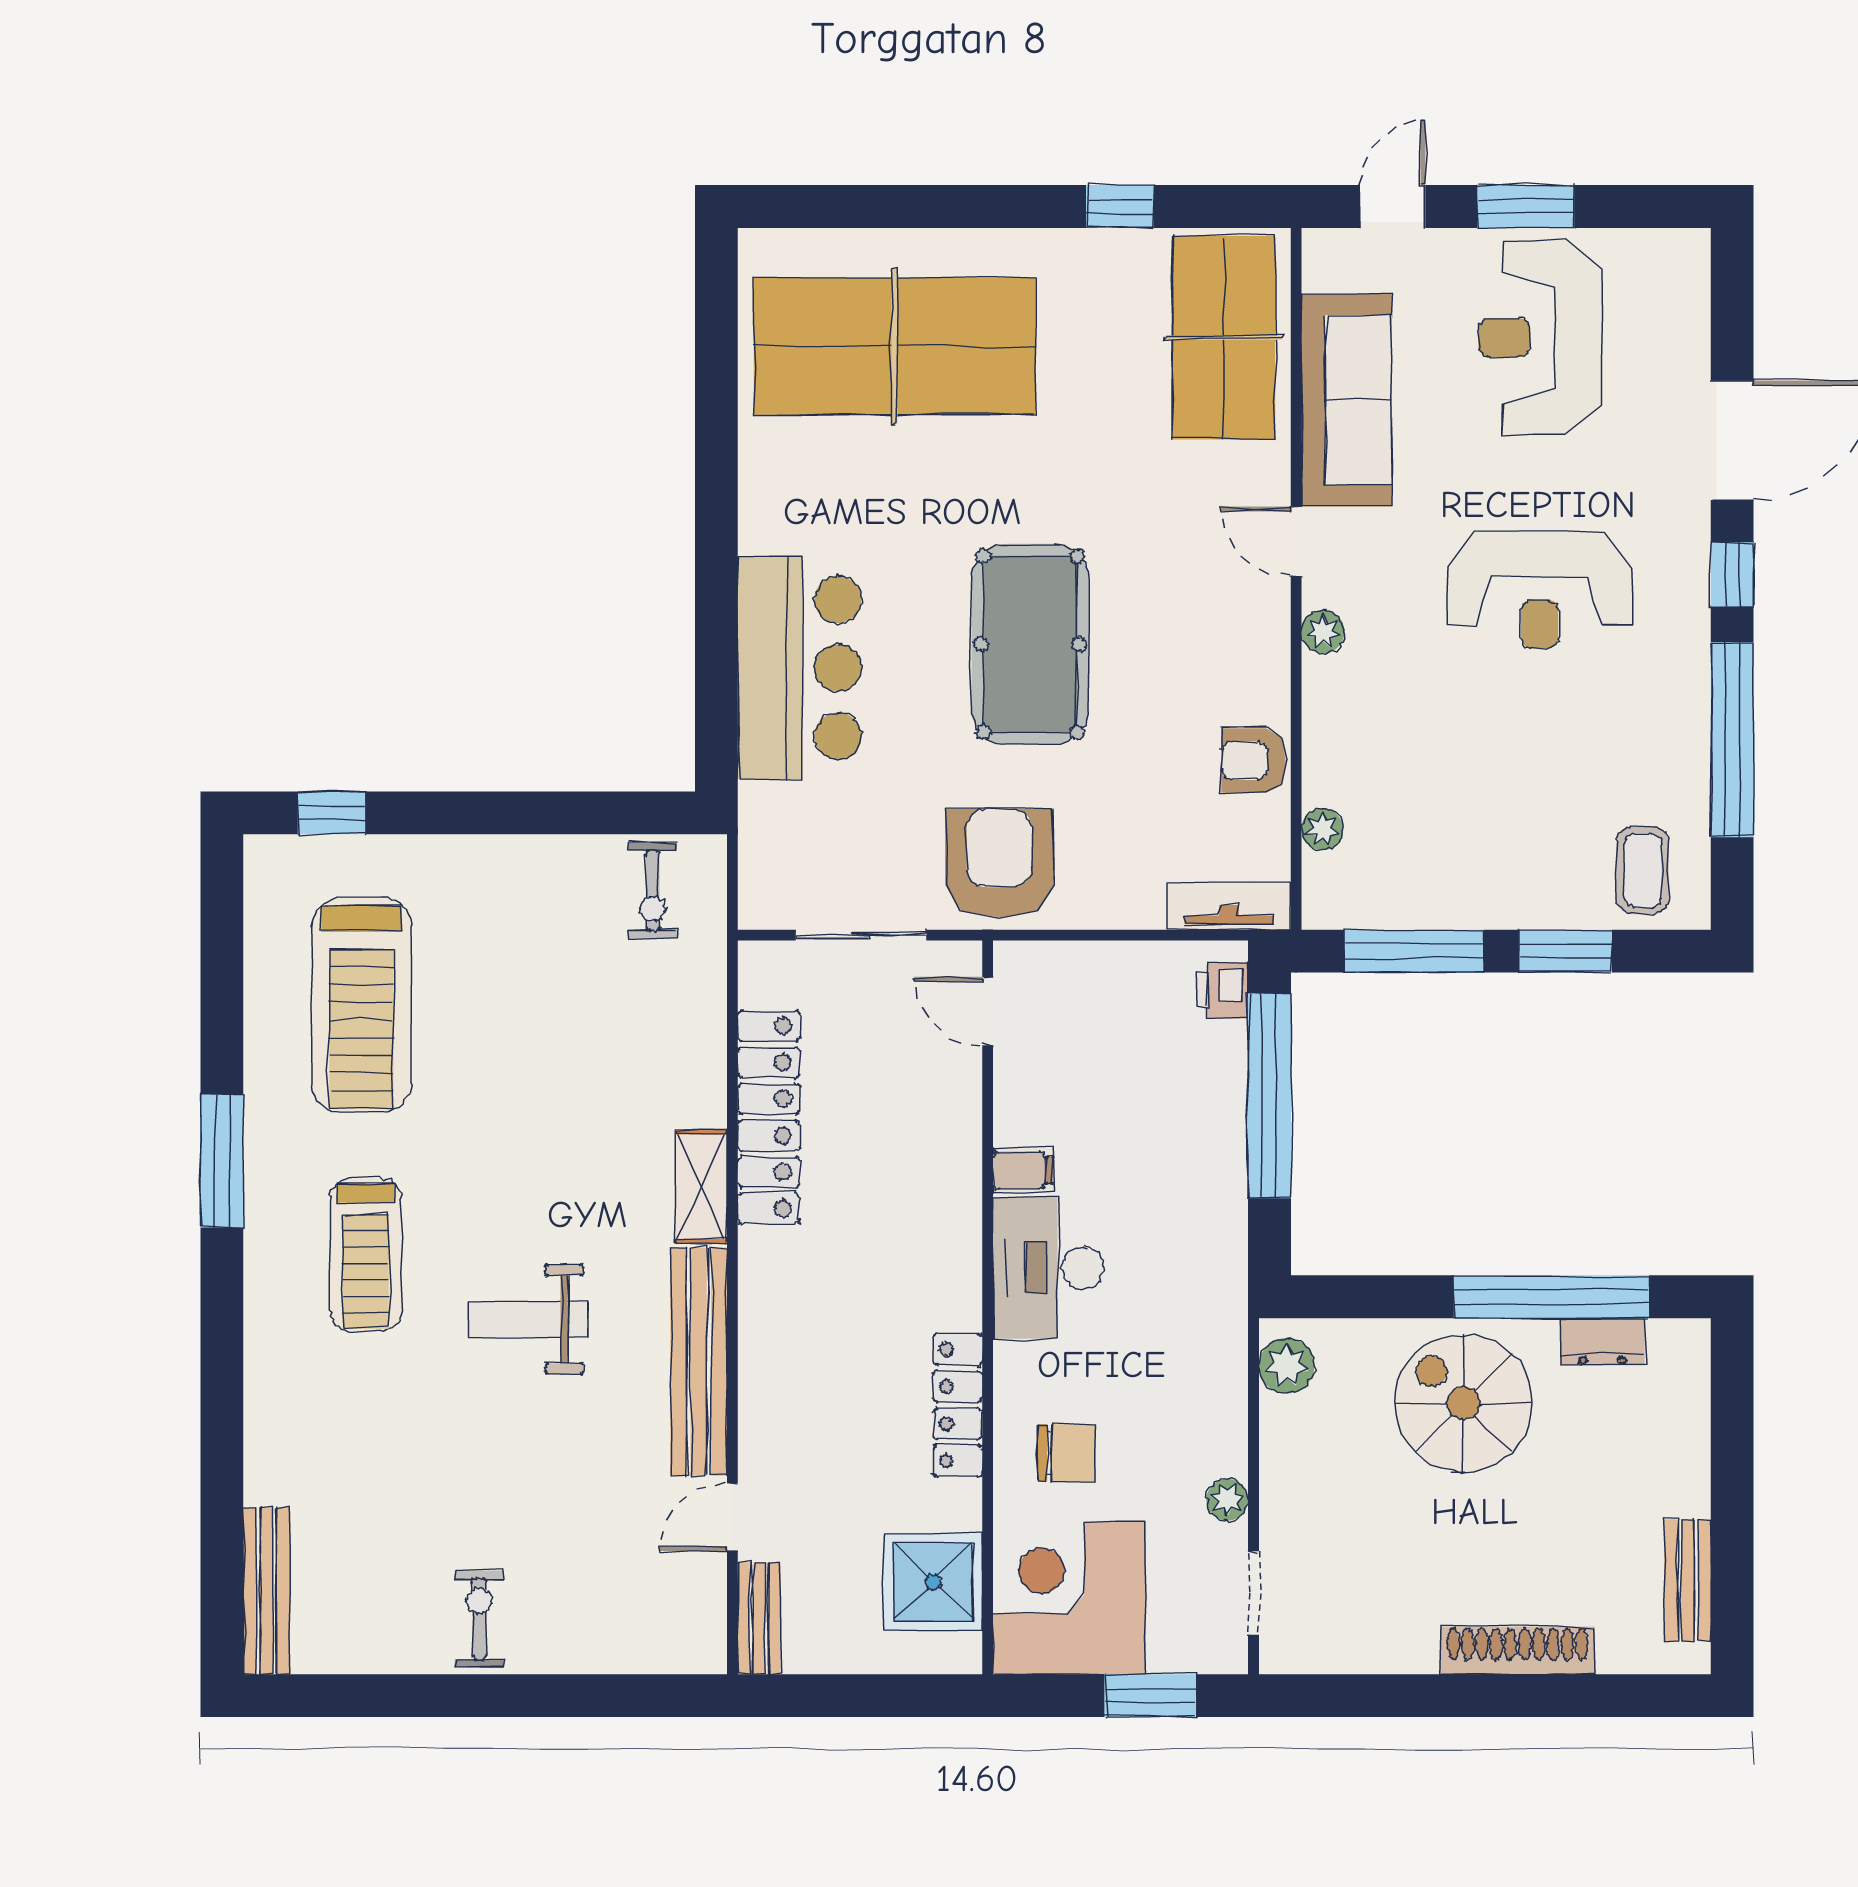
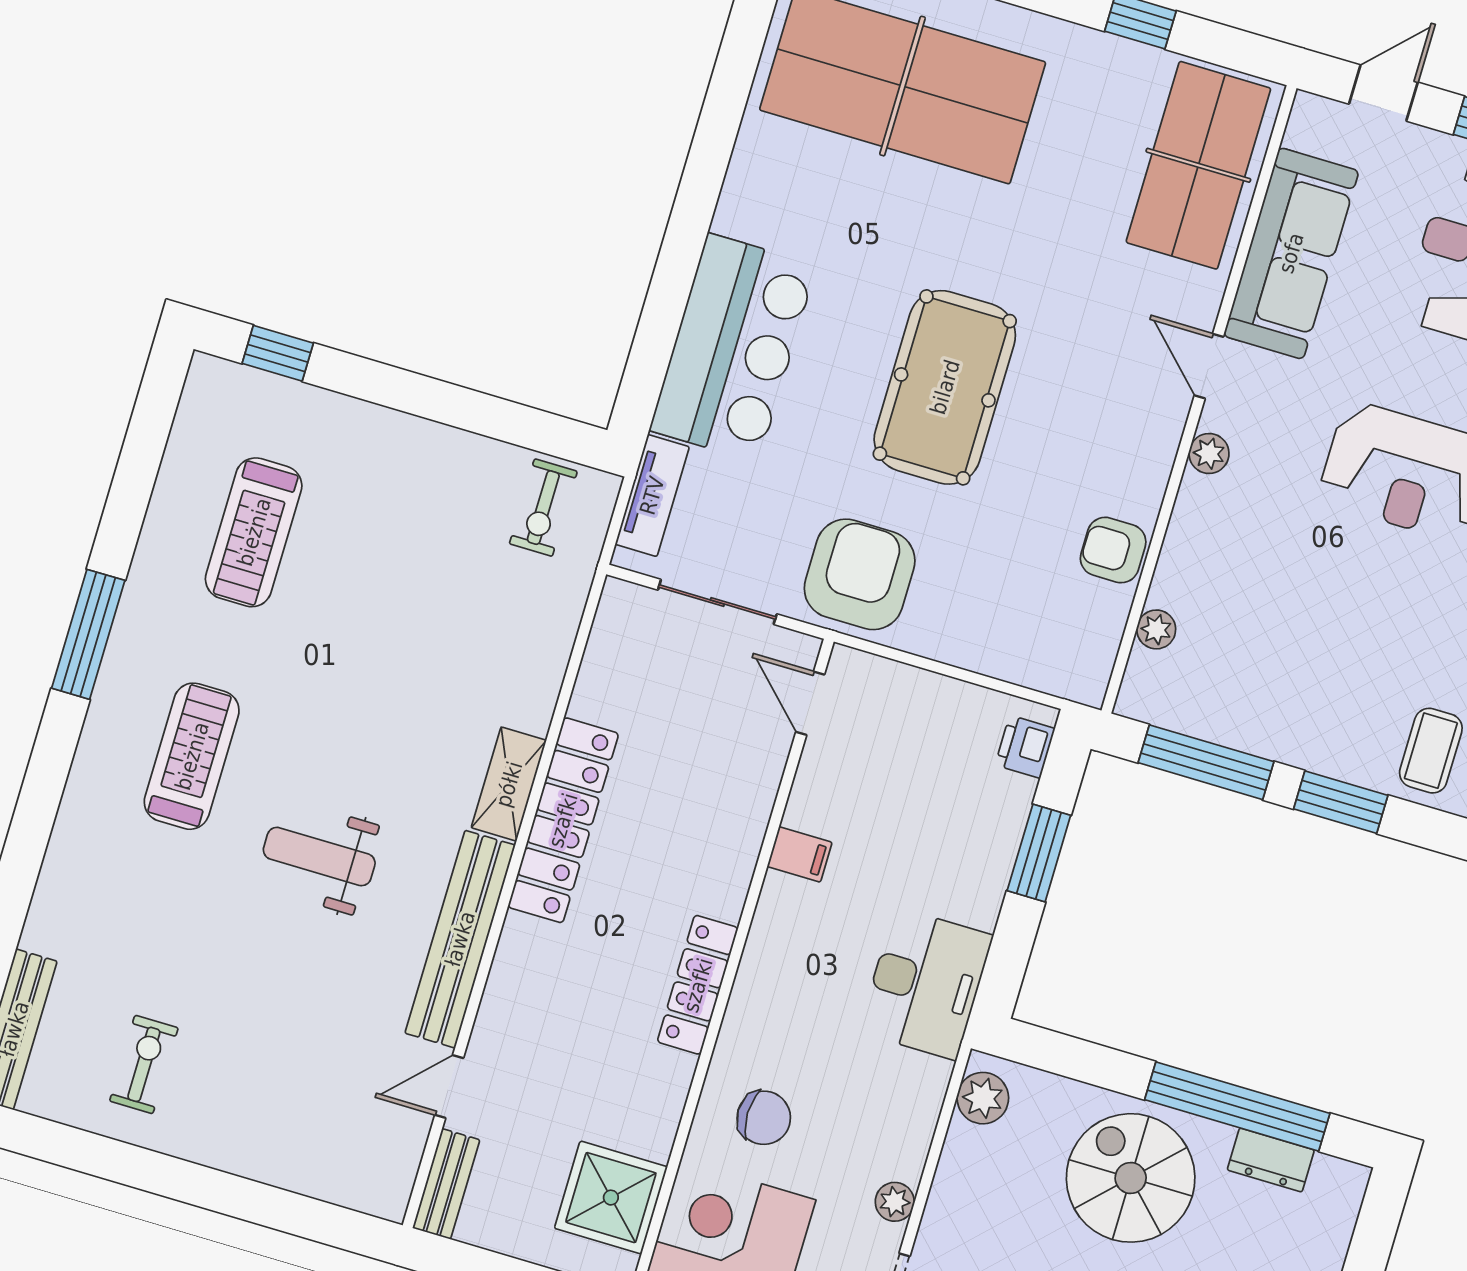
tv unit: (1229, 906) -> (652, 496), moved, turned 90
treadmill: (361, 1005) -> (254, 532), width x0.73, depth x0.73
window: (1269, 1096) -> (1039, 853), width x0.47
locker: (769, 1117) -> (563, 820), moved
treadmill: (366, 1255) -> (192, 756), turned 180
desk: (1049, 1268) -> (926, 984), moved, turned 180
locker: (958, 1405) -> (698, 985), moved
exercise bike: (479, 1619) -> (144, 1064), moved

